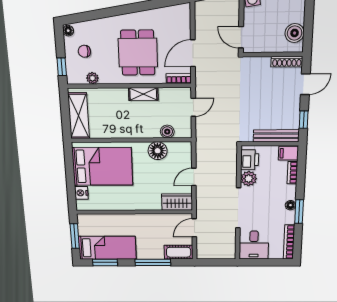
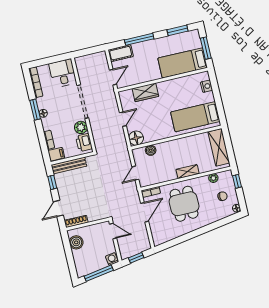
shelving: (143, 94) -> (188, 172), moved
floor lamp: (158, 151) -> (136, 138), moved
bed: (102, 166) -> (195, 117), width x0.67
wardrobe: (177, 202) -> (145, 92), moved
bed: (107, 248) -> (183, 63), moved

